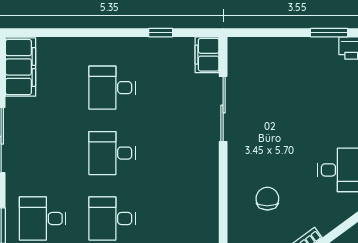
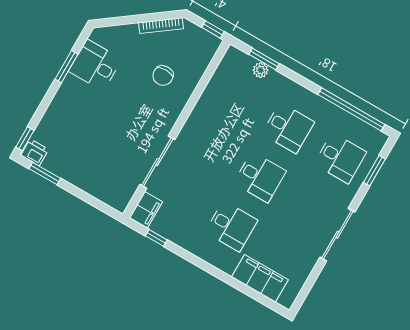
window: (161, 33) -> (156, 238), moved
filing cabinet: (21, 67) -> (260, 278), moved, turned 90

